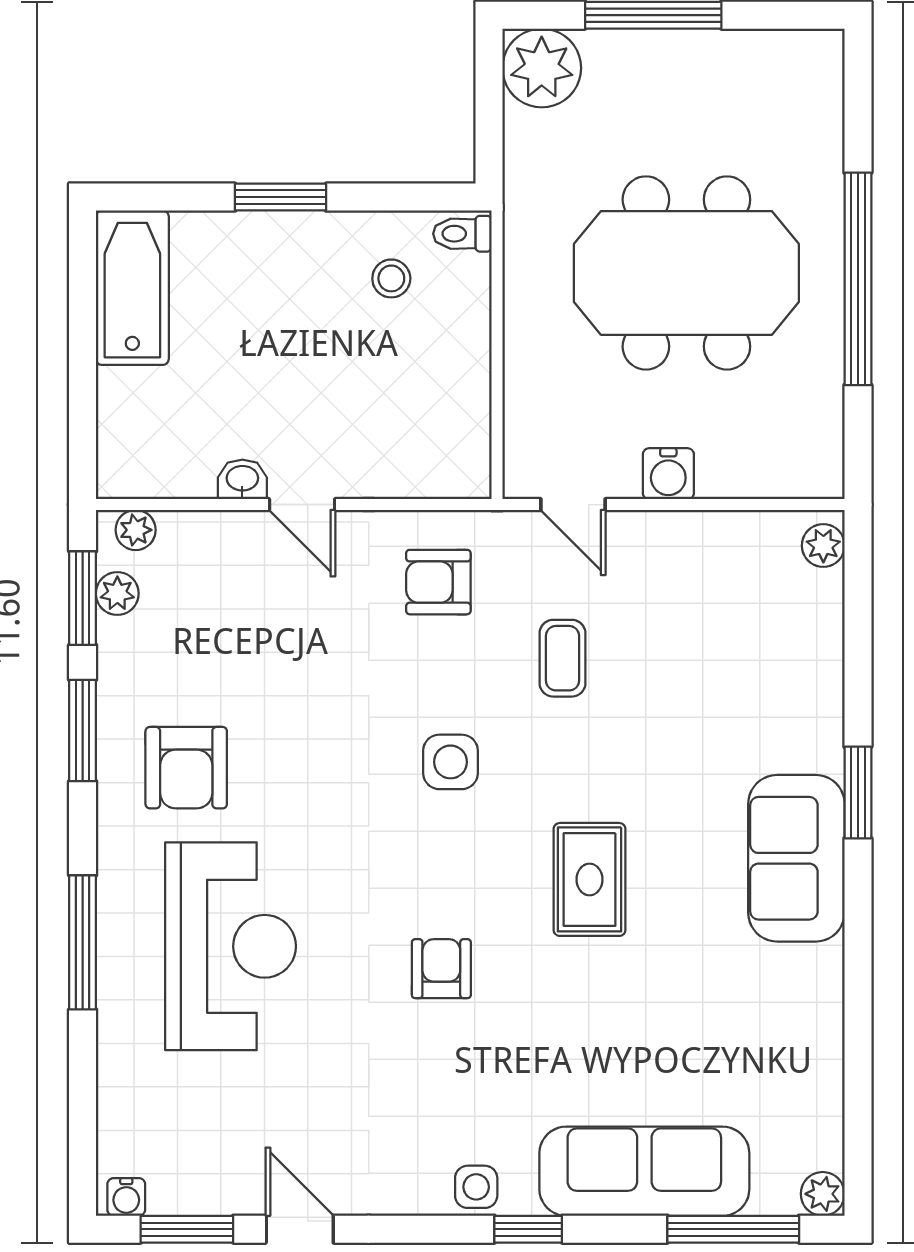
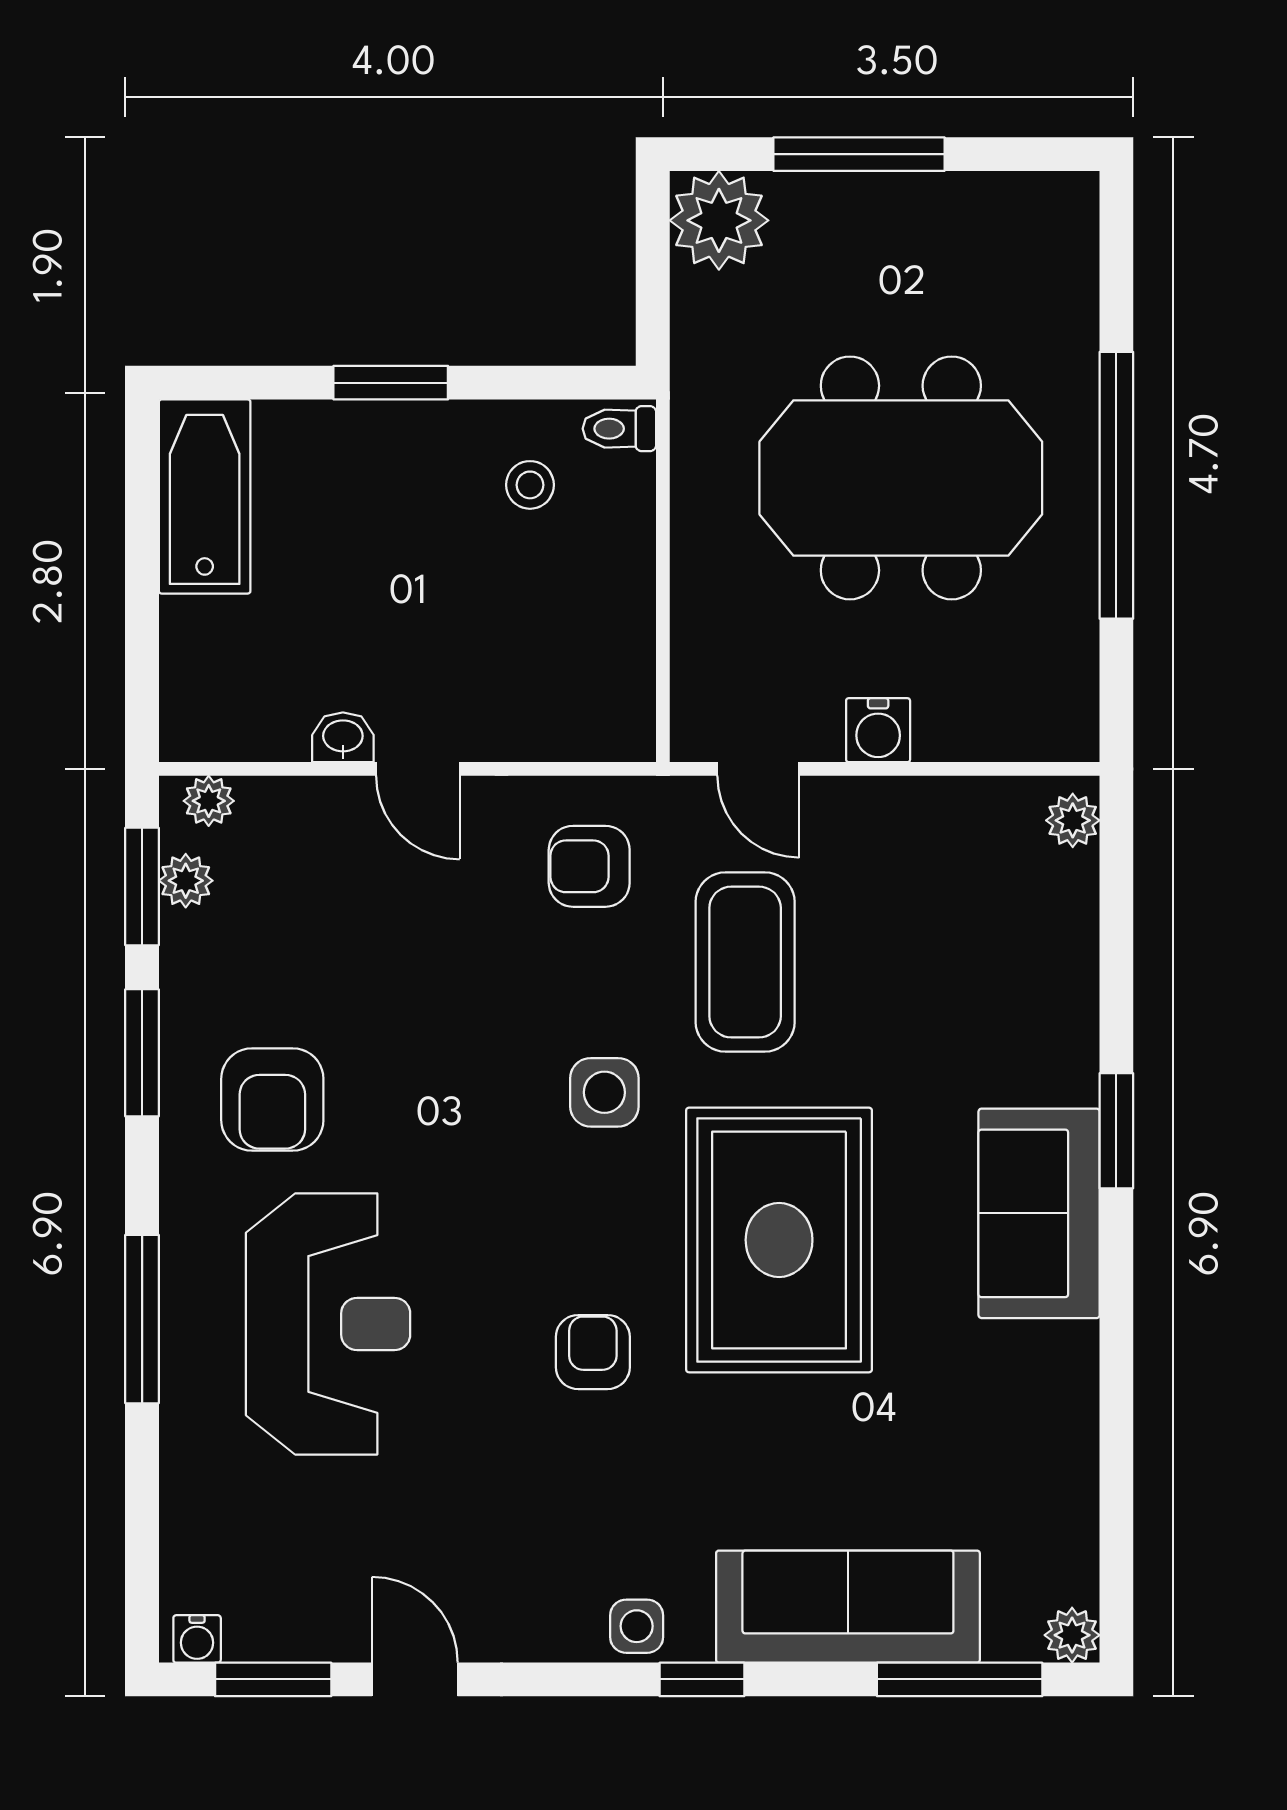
coffee table: (563, 658) -> (745, 962), width x1.86, depth x1.72
rug: (590, 879) -> (779, 1240), width x1.86, depth x2.06

